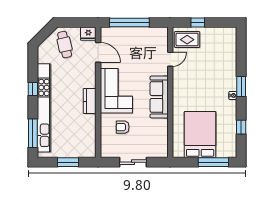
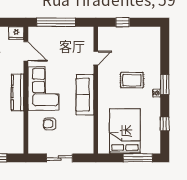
rug: (187, 40) -> (132, 80), moved
kitchen counter: (90, 101) -> (18, 92), width x1.50

